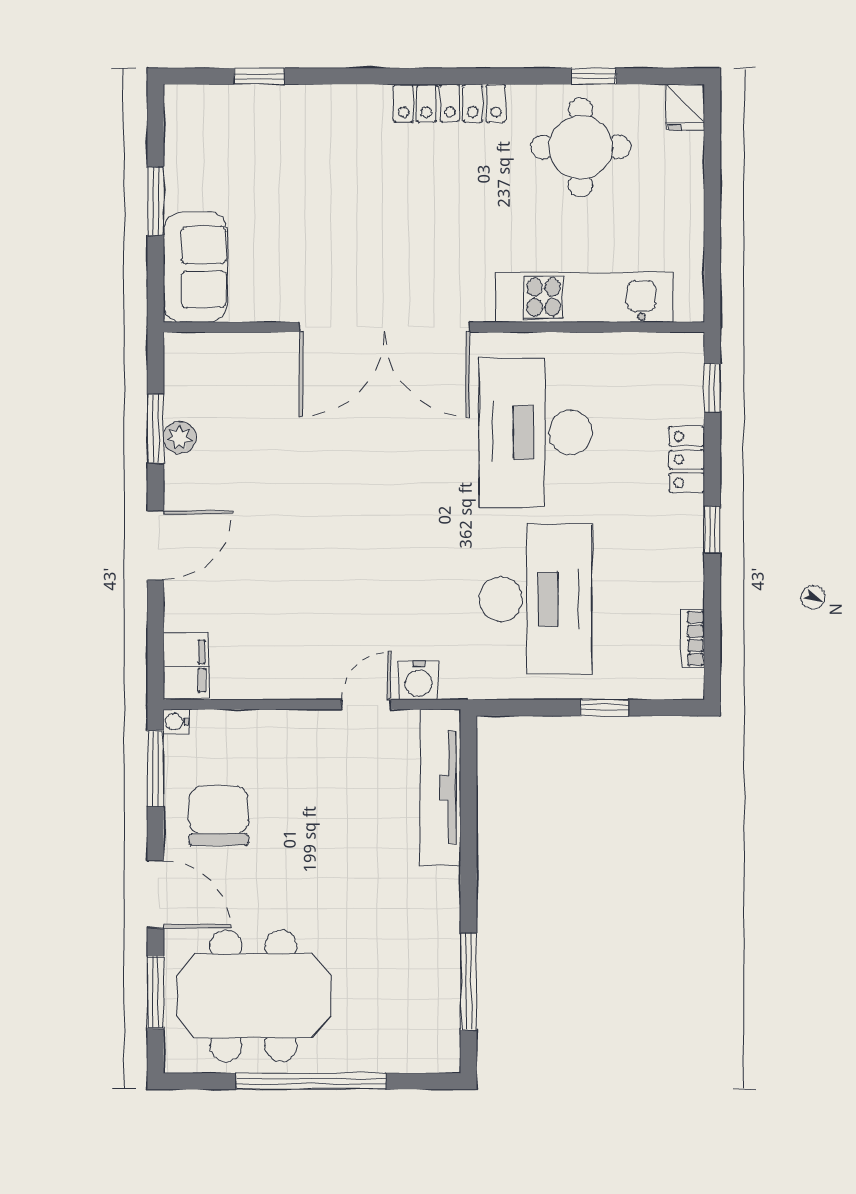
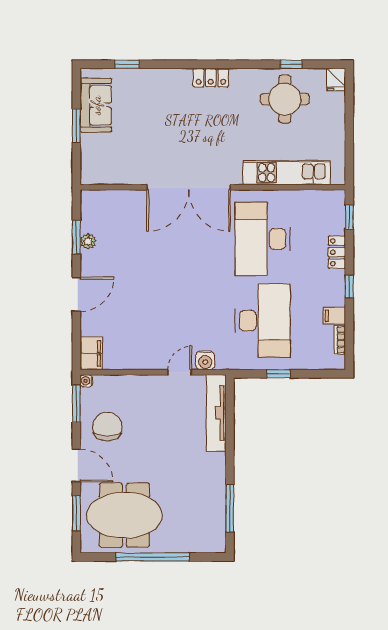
locker: (450, 103) -> (211, 78), width x0.66
sofa: (195, 267) -> (96, 105), moved
filing cabinet: (682, 589) -> (334, 316), added
window: (605, 708) -> (278, 374), moved

